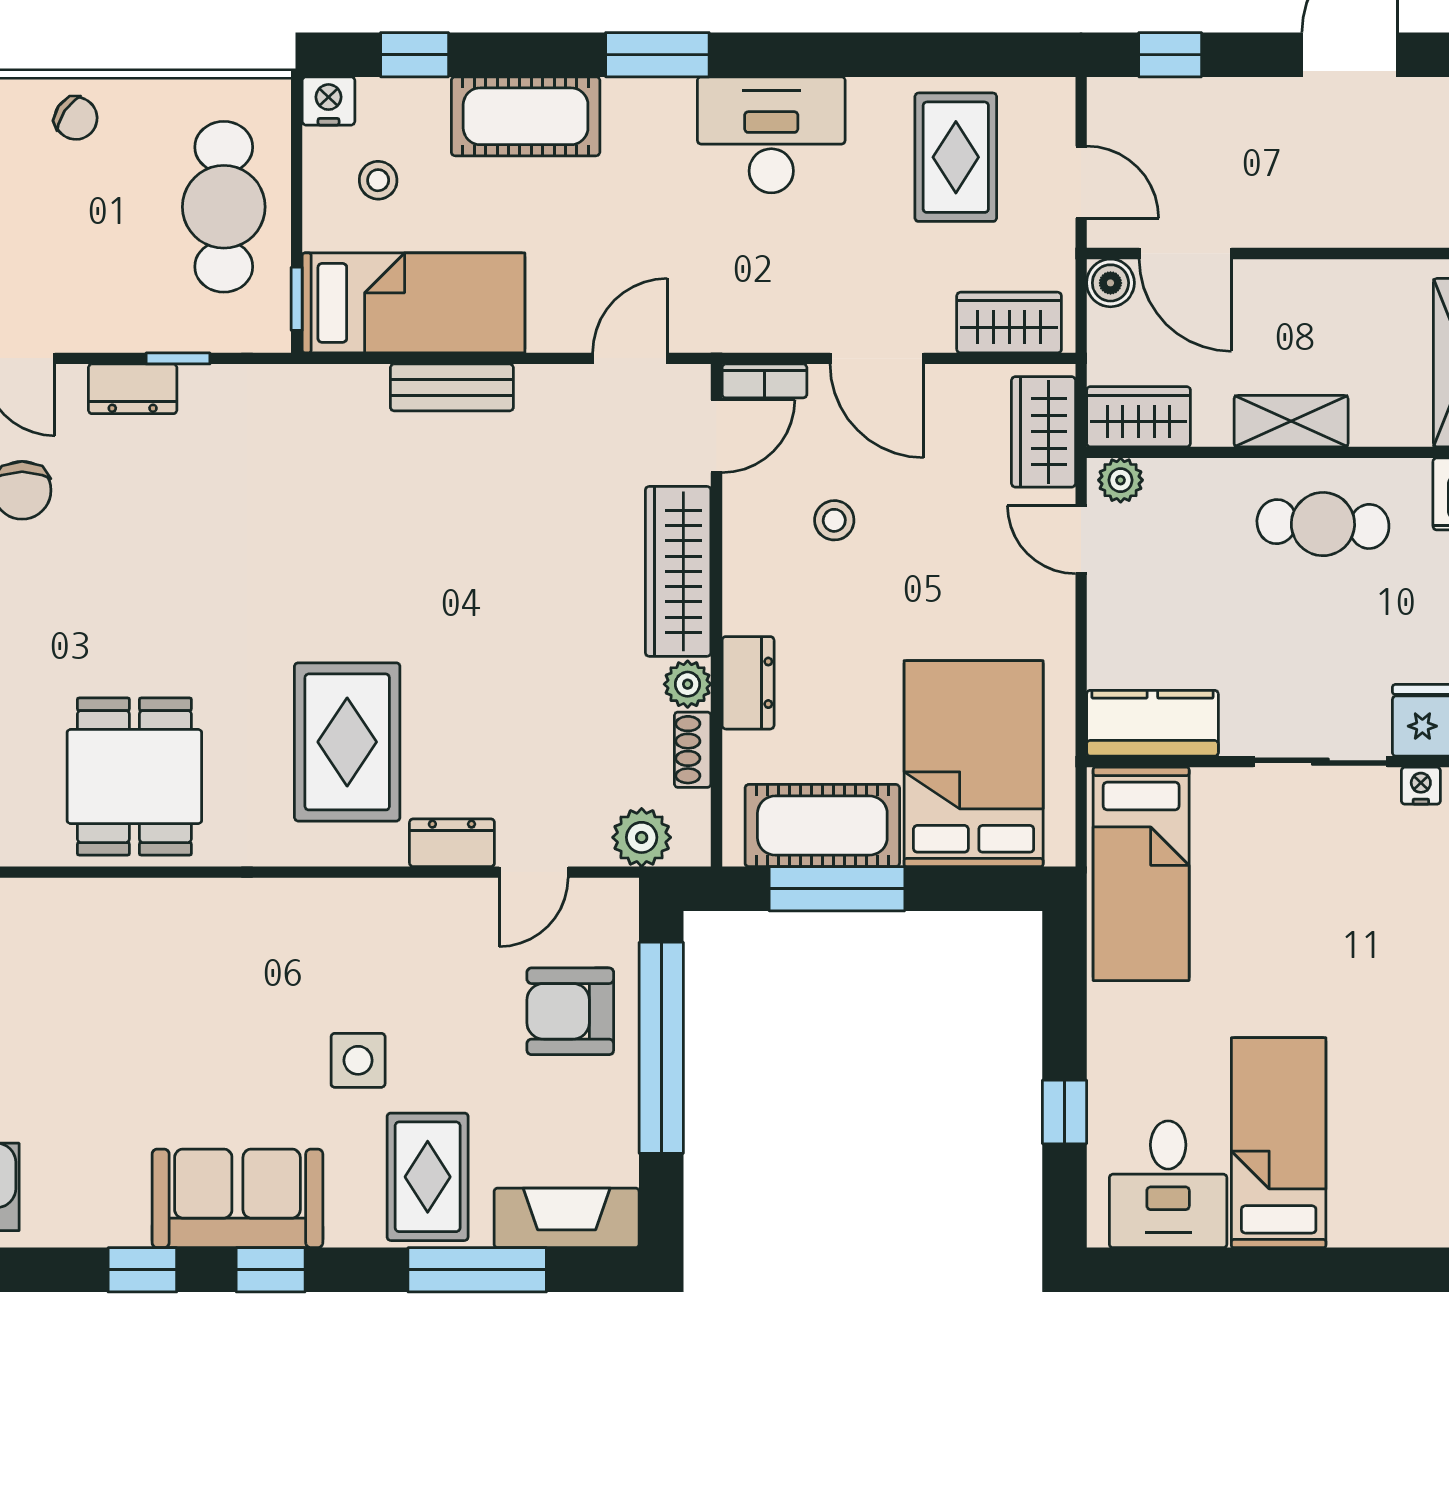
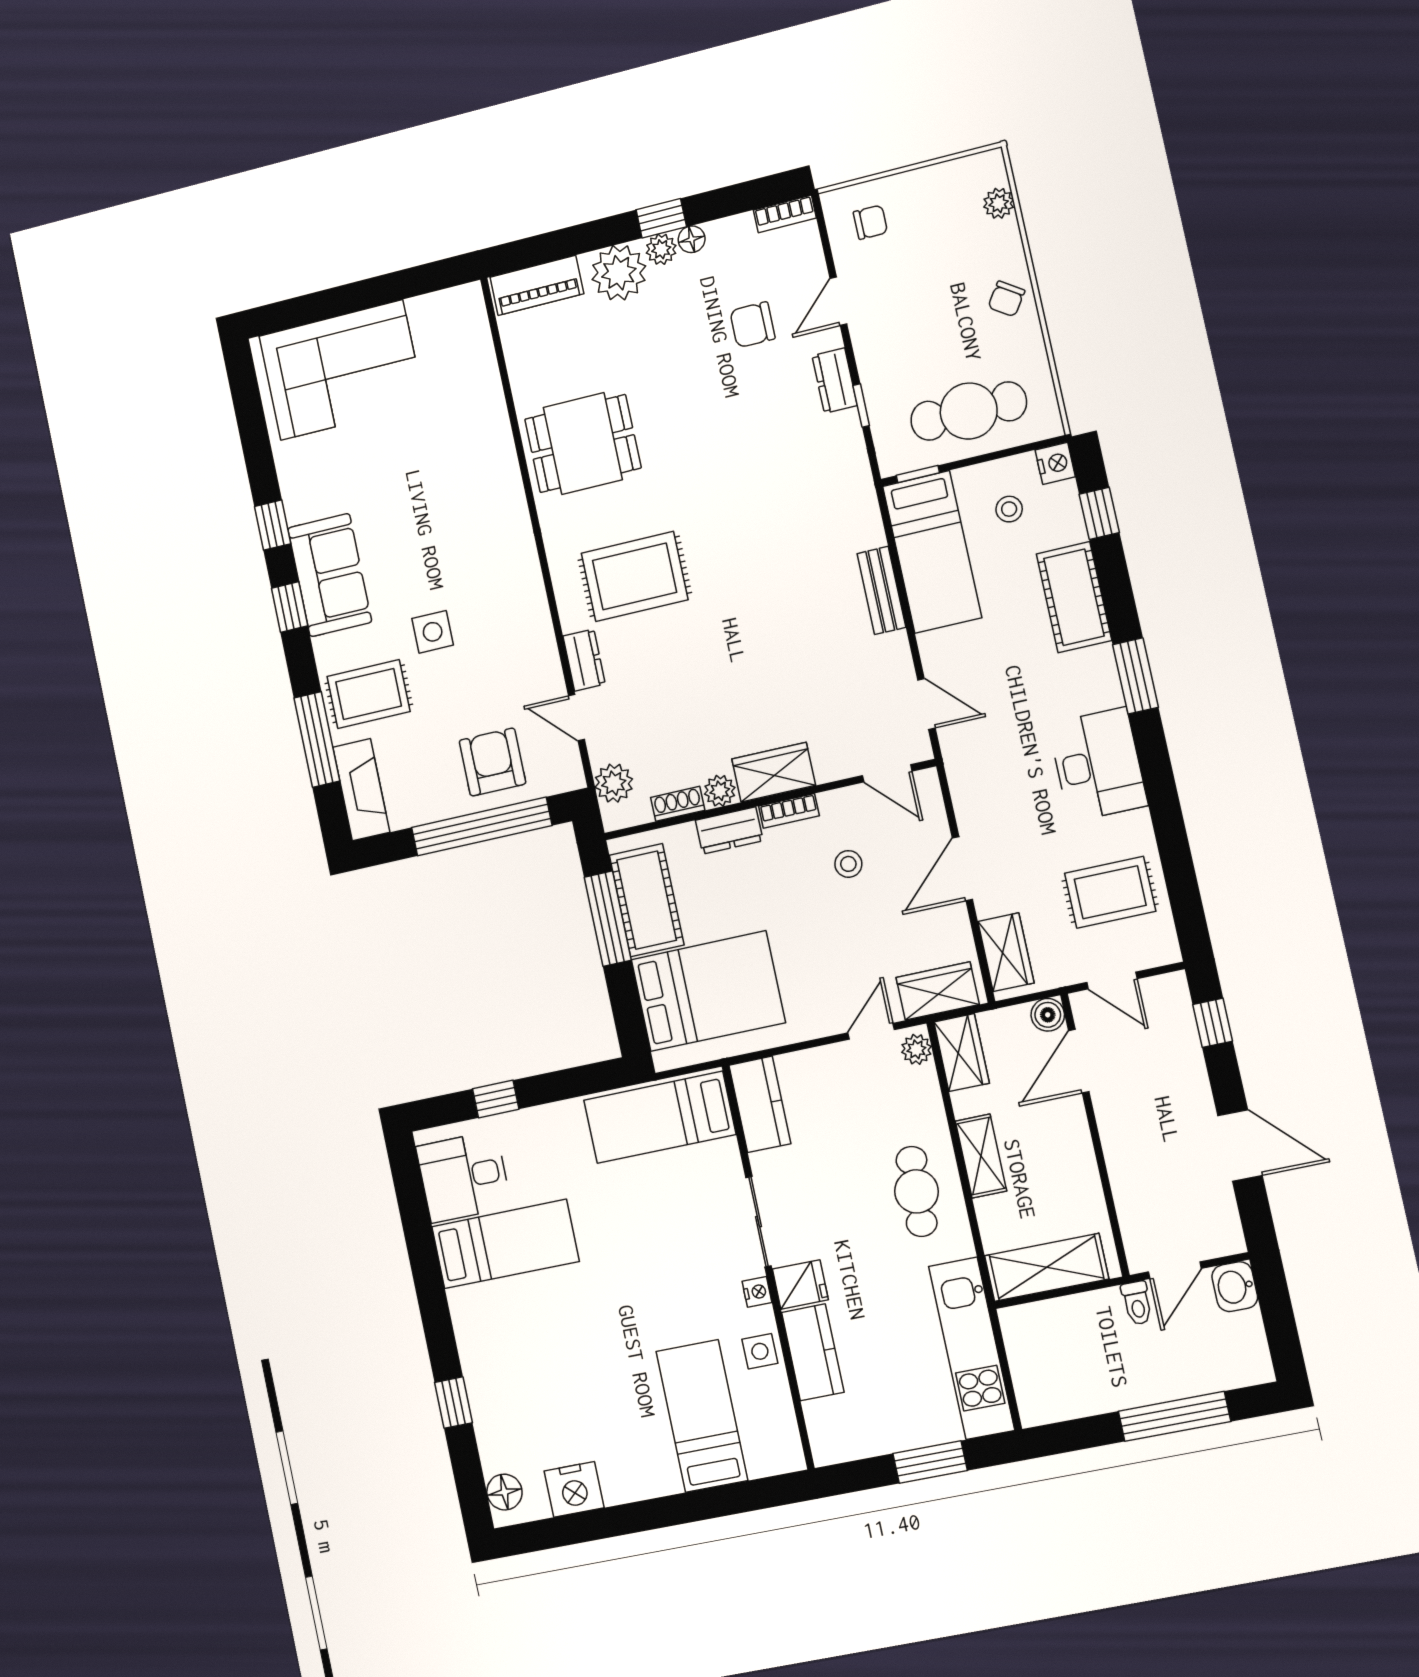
door: (1081, 182) -> (1112, 981), hinge flipped
bookcase: (764, 381) -> (789, 811), moved, turned -90
wardrobe: (678, 571) -> (774, 772), width x0.67

